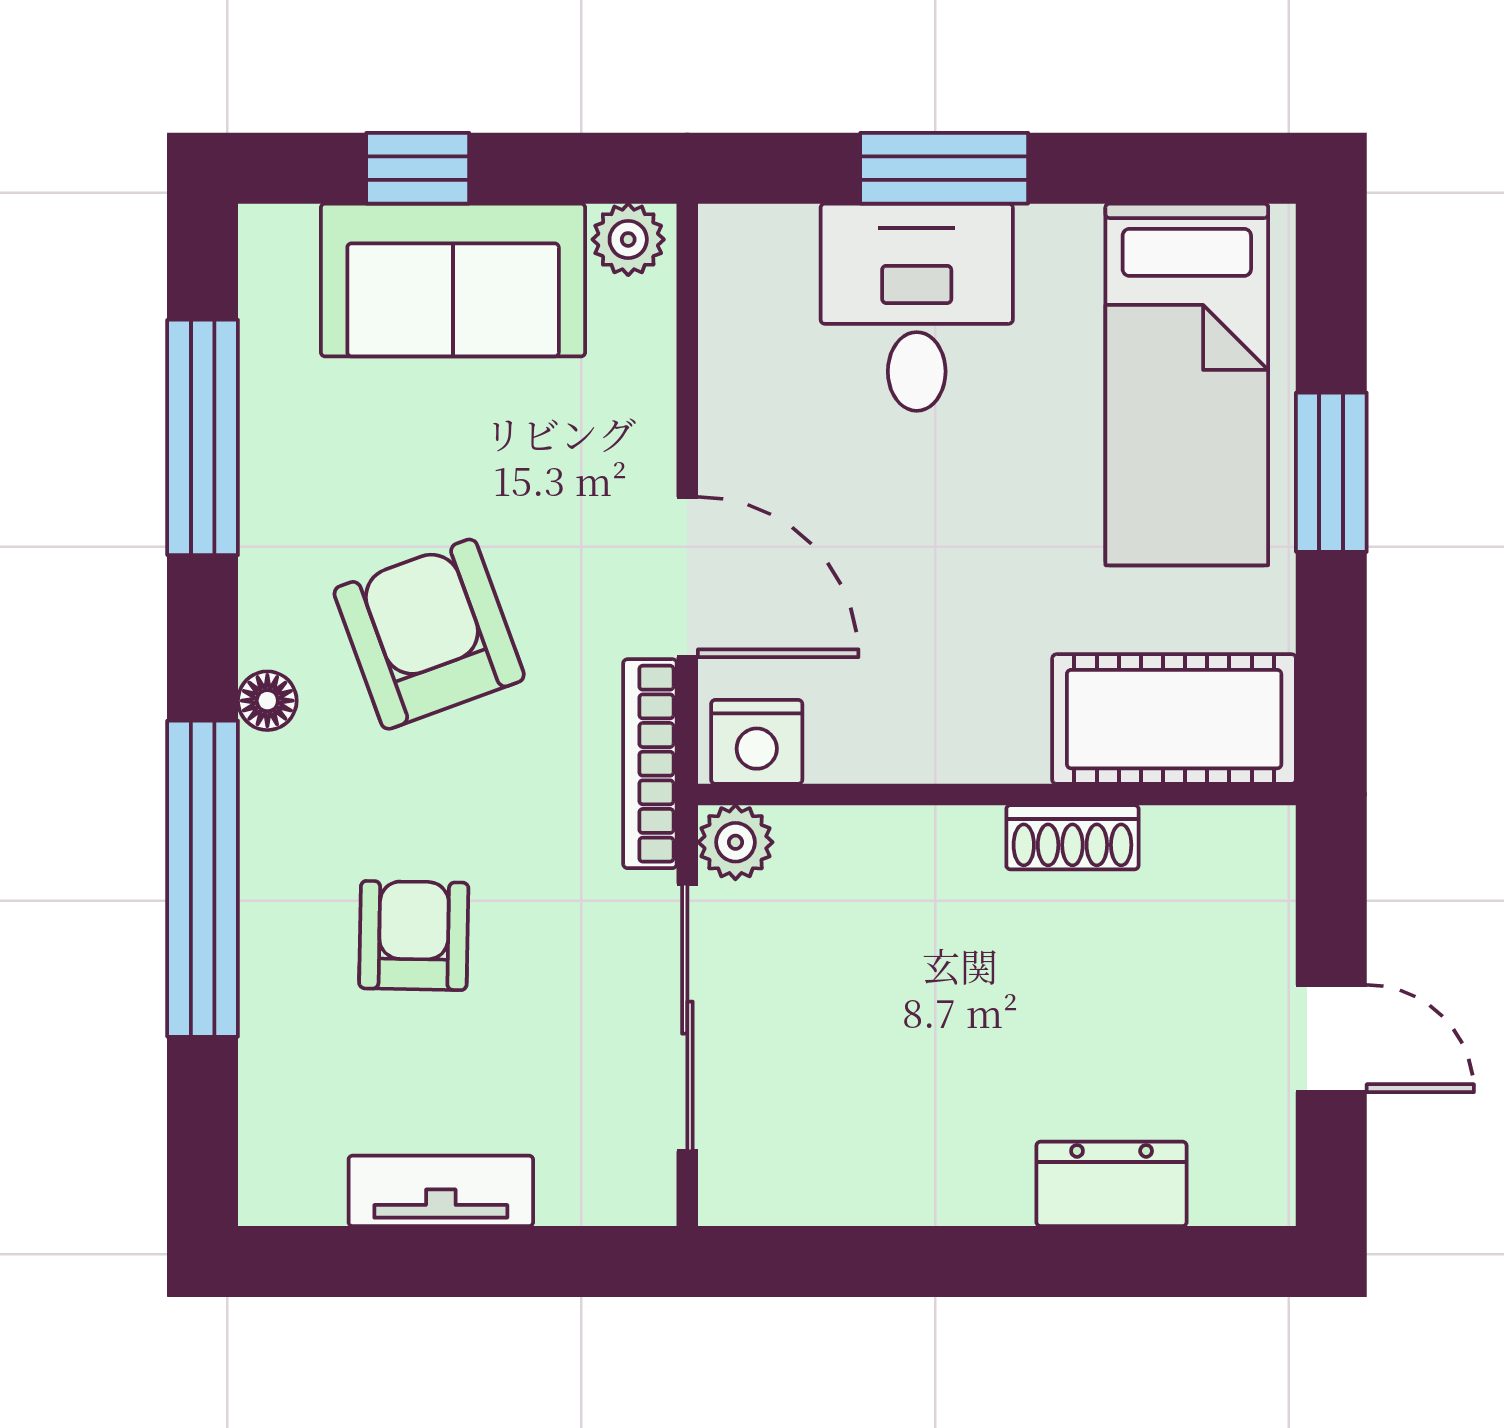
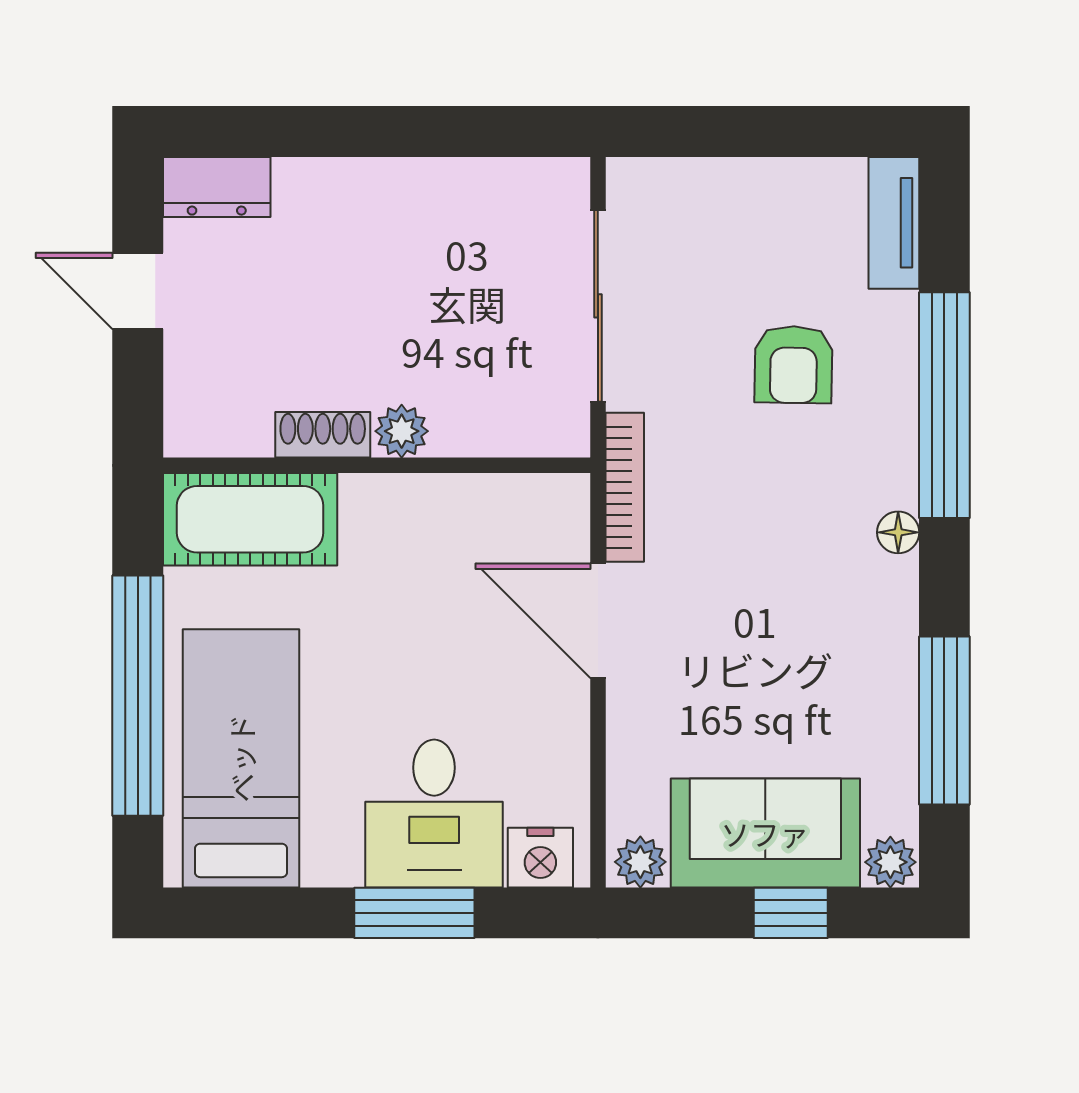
plant: (278, 239) -> (890, 862), added
window: (1331, 472) -> (138, 696), width x2.11
armchair: (429, 634) -> (783, 580), removed
nightstand: (757, 742) -> (540, 858), moved, turned 180
plant: (735, 842) -> (402, 431), moved
dresser: (1112, 1184) -> (217, 187), moved
tv unit: (441, 1191) -> (894, 223), moved, turned 90

